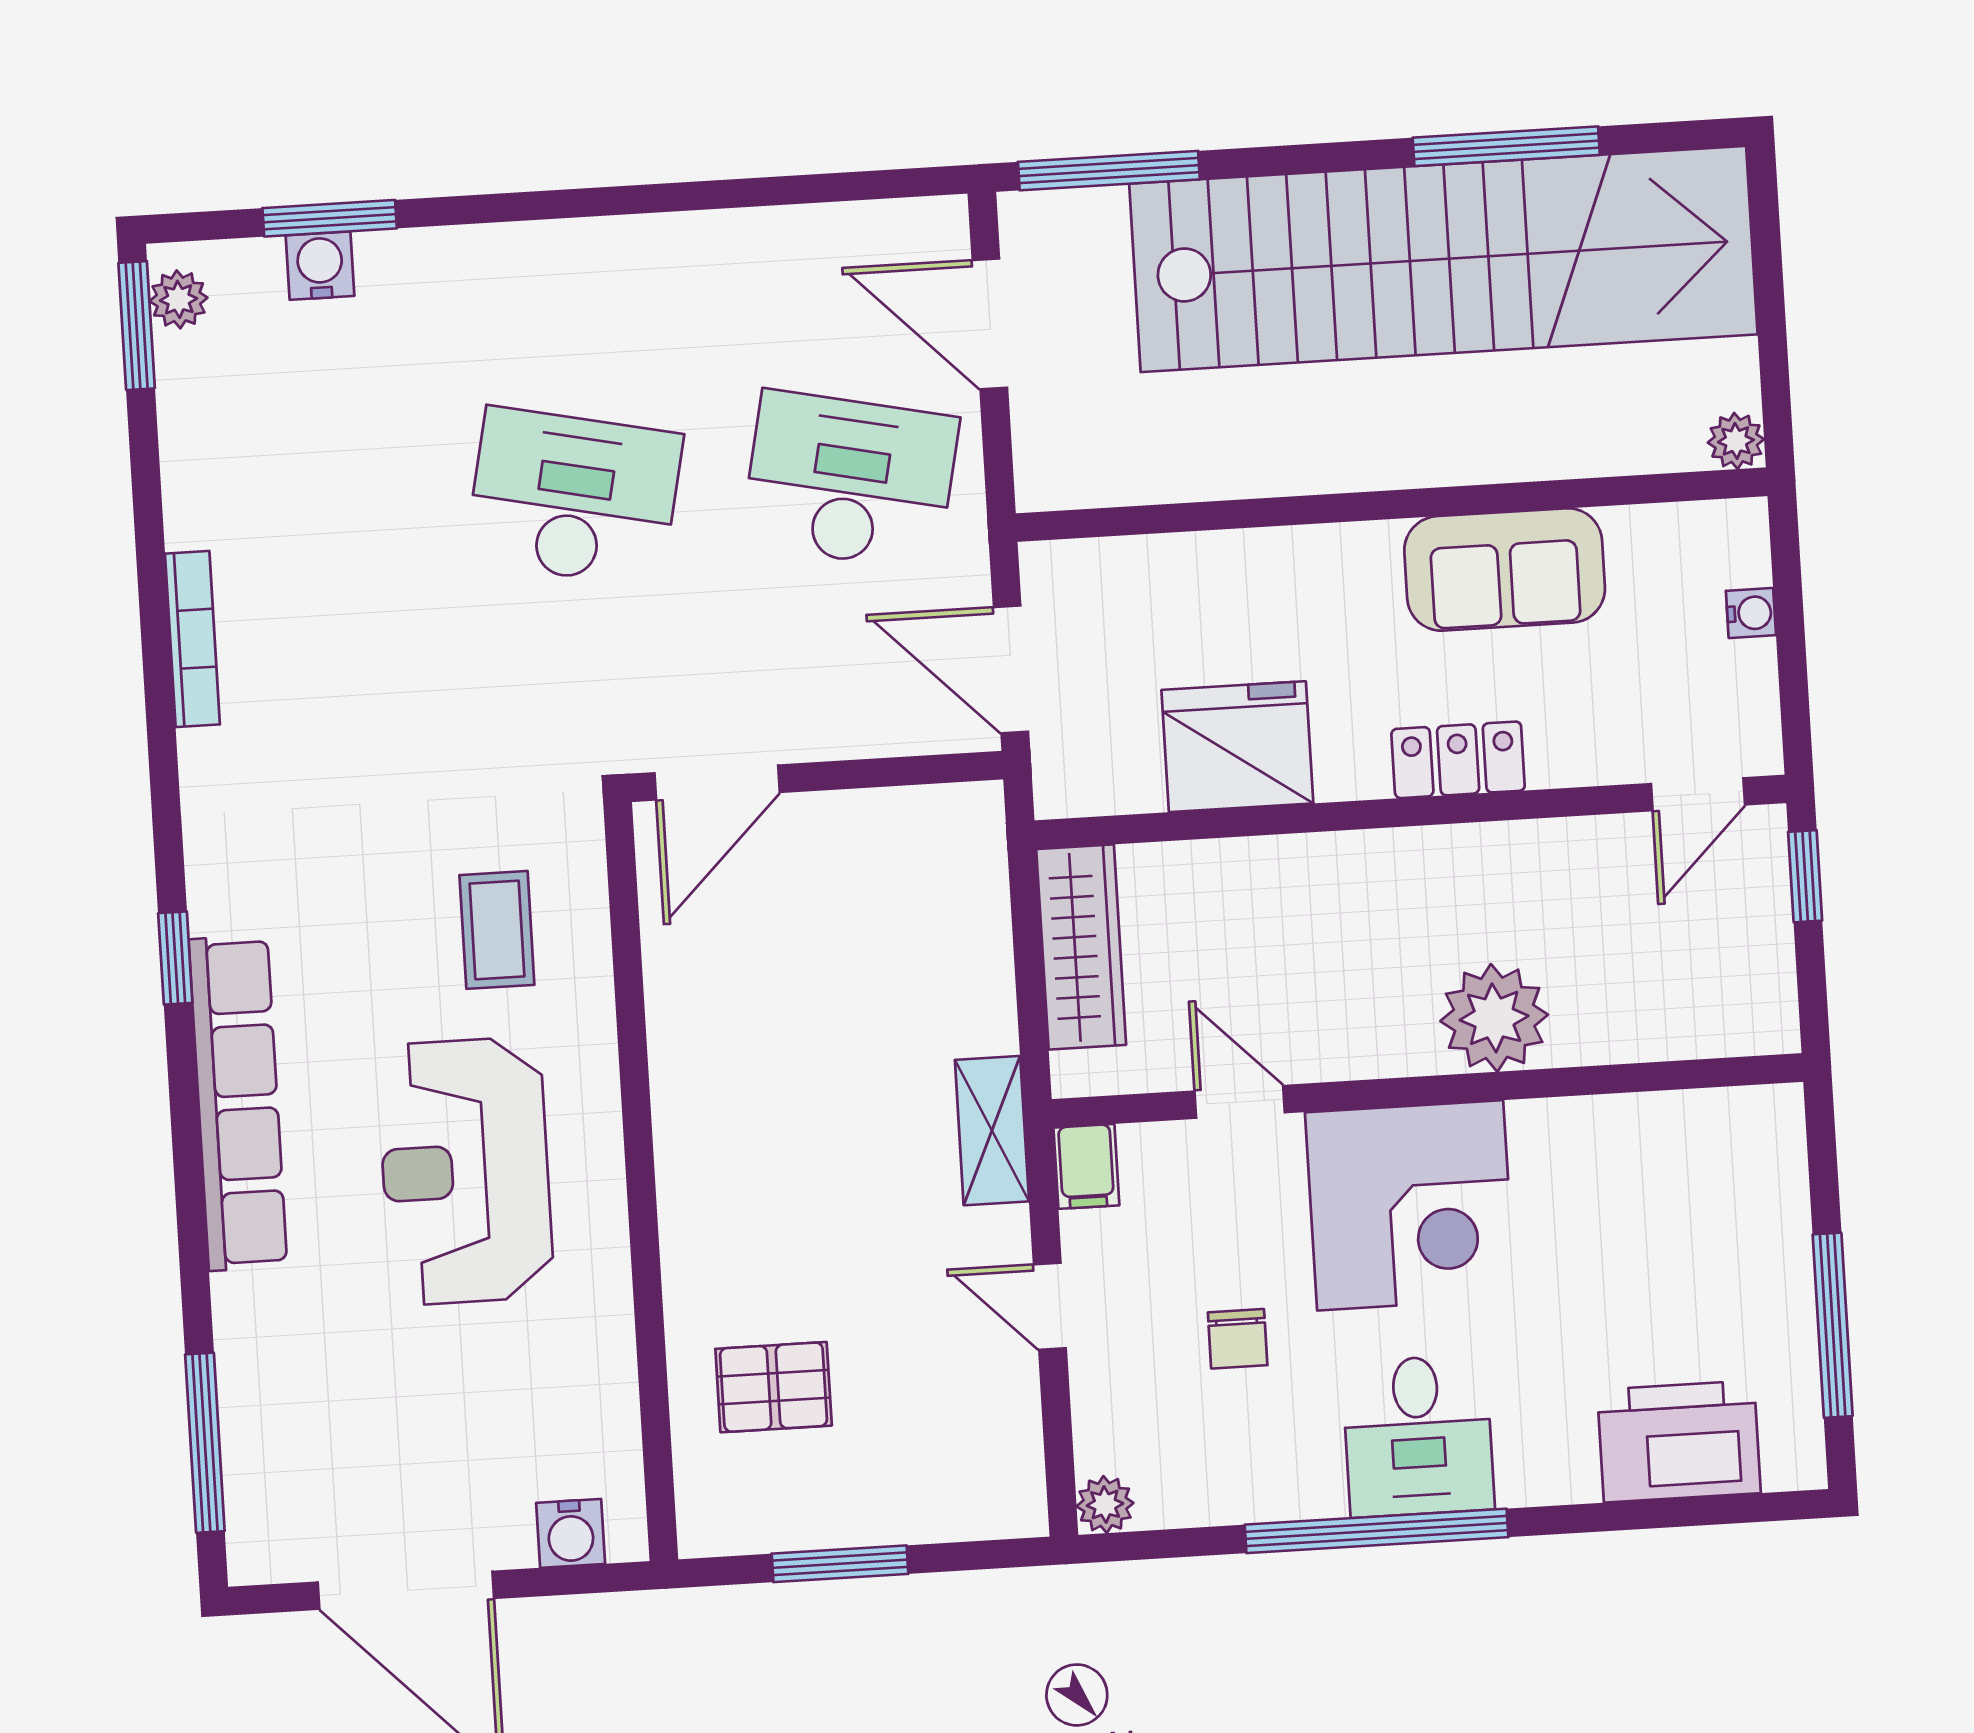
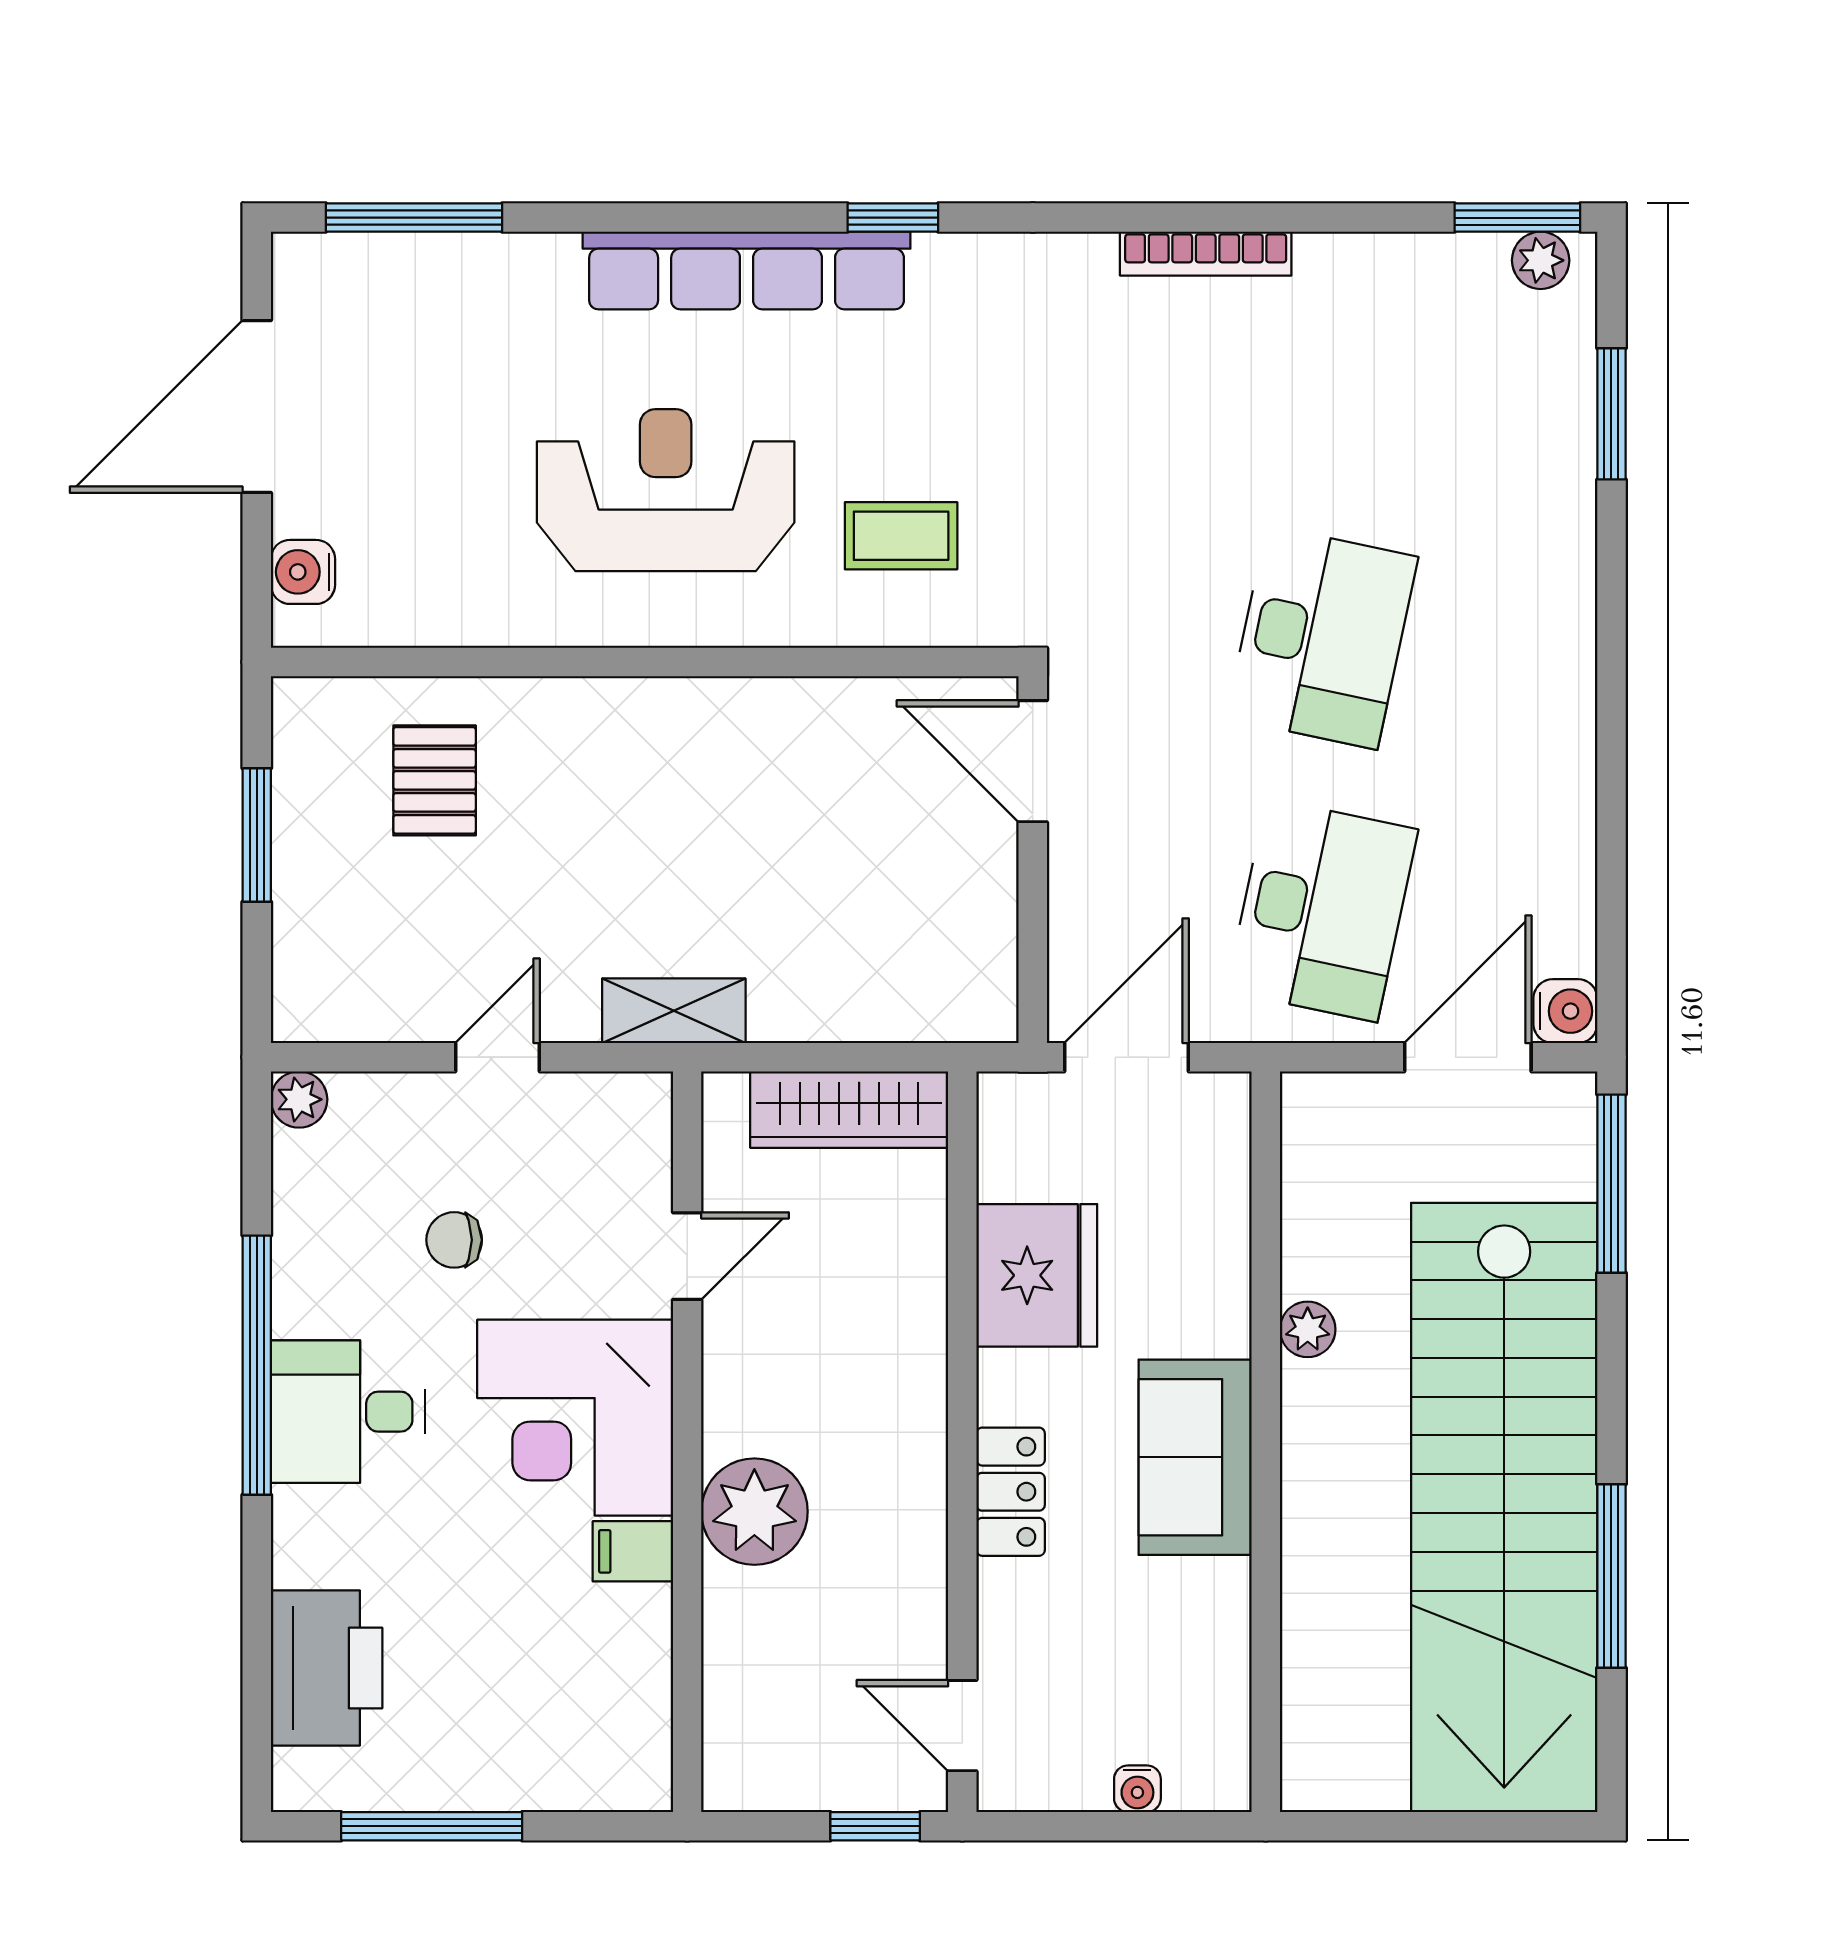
water cooler: (320, 266) -> (1565, 1011), moved
plant: (1736, 441) -> (1308, 1329), moved
sofa: (1505, 569) -> (1195, 1457), moved
filing cabinet: (1086, 1166) -> (633, 1551), moved

